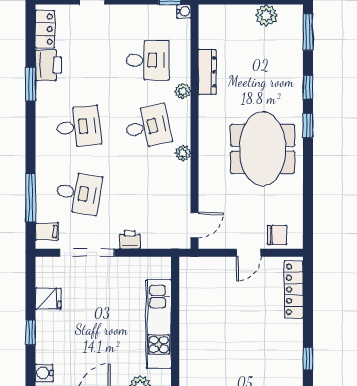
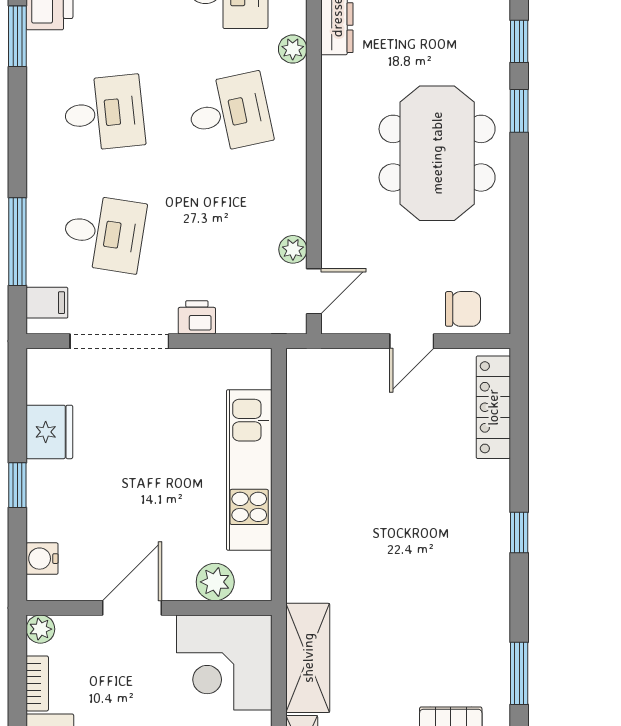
plant: (183, 153) -> (293, 249), moved
fridge: (48, 299) -> (49, 432), width x1.38

